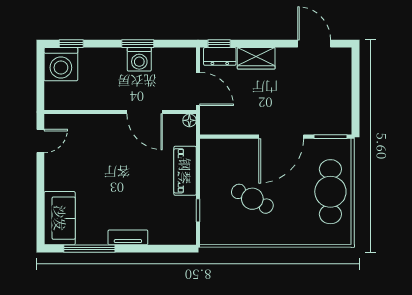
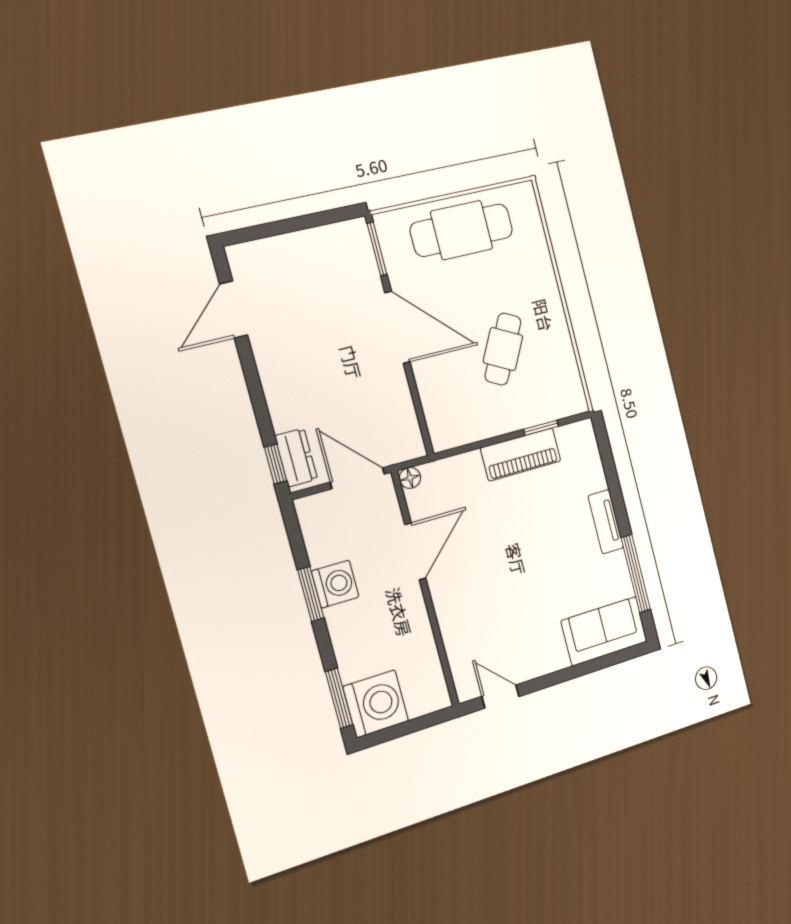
window: (71, 44) -> (339, 698), width x1.50
wardrobe: (256, 58) -> (283, 398), removed
door: (198, 89) -> (357, 478), hinge flipped
piano: (185, 171) -> (521, 454), moved

